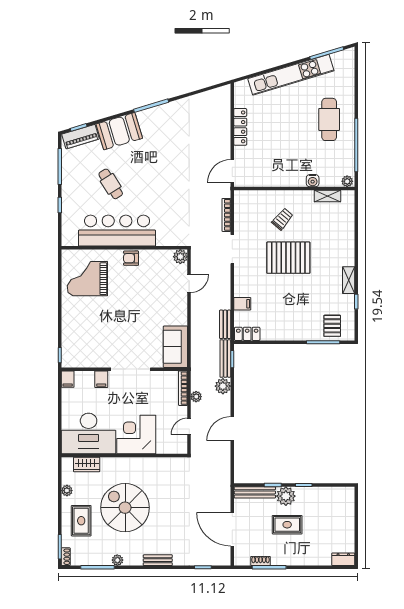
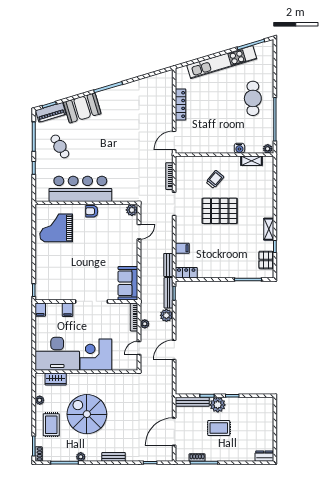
cafe table: (111, 184) -> (60, 146), moved
pallet: (332, 326) -> (266, 260), moved
door: (232, 529) -> (174, 432), hinge flipped

